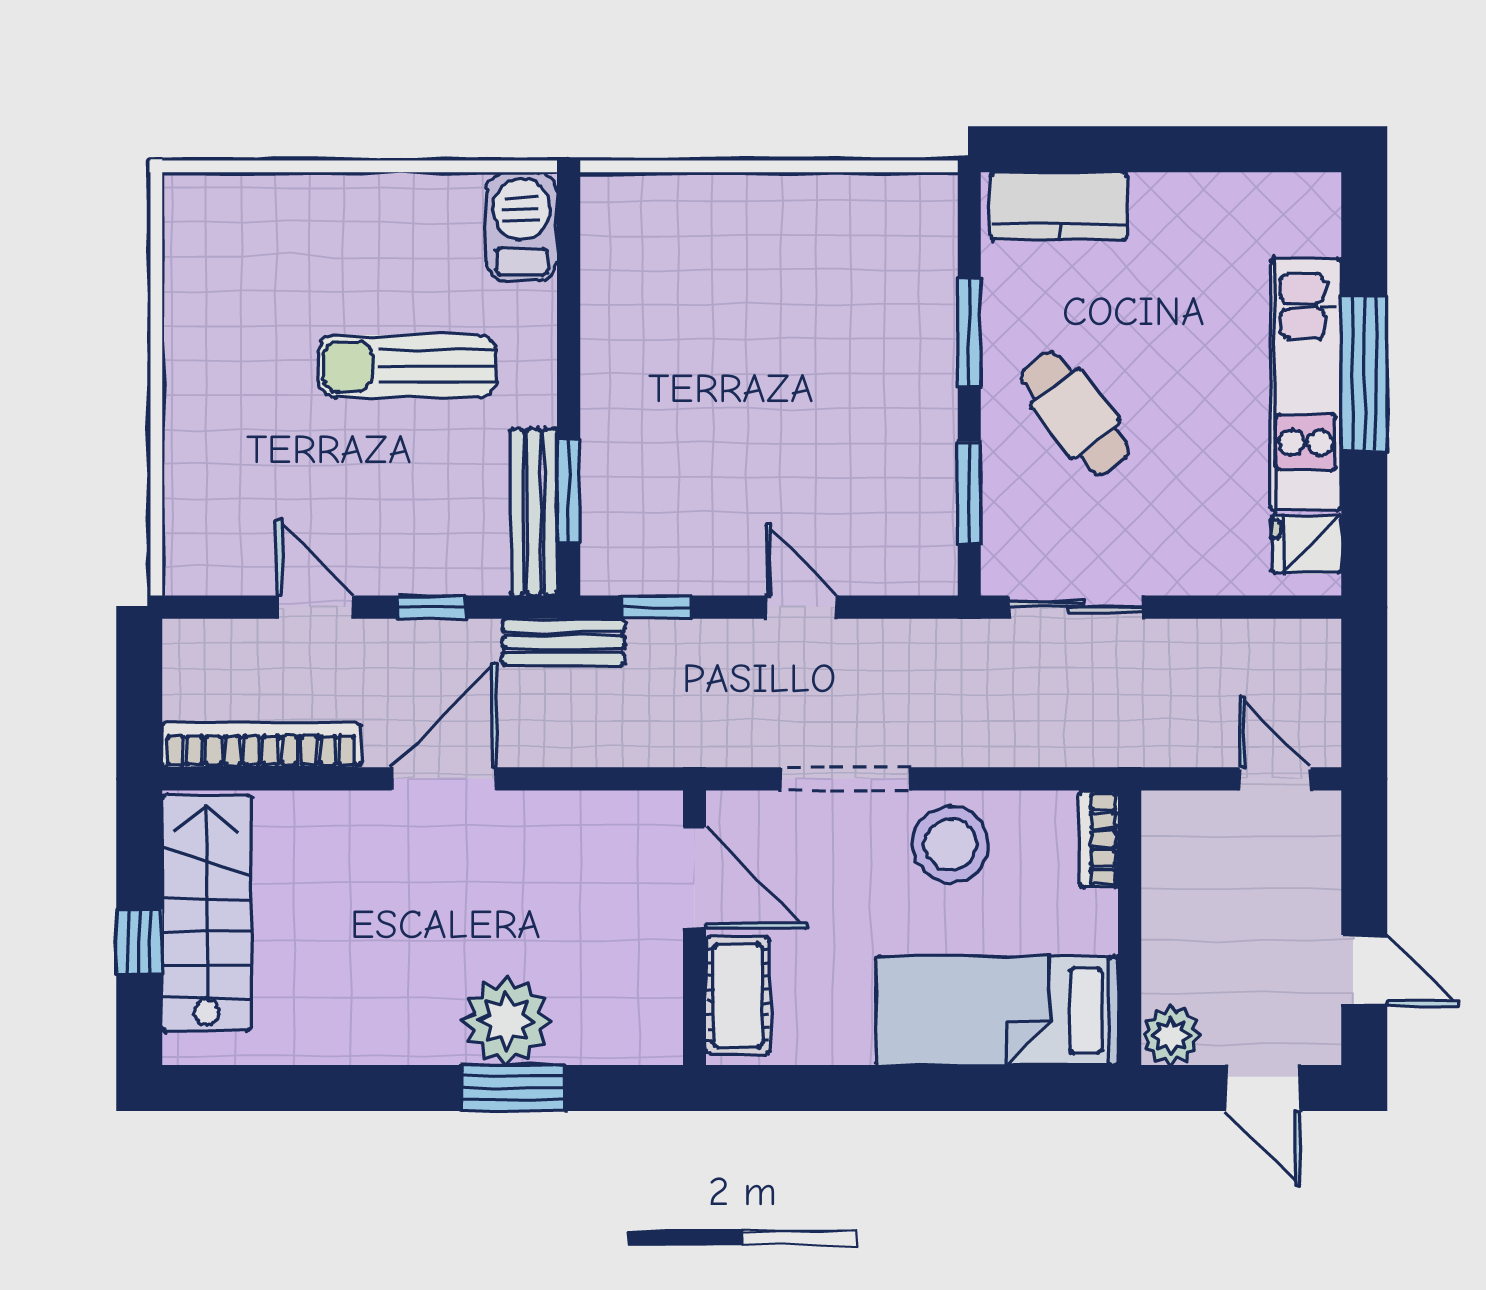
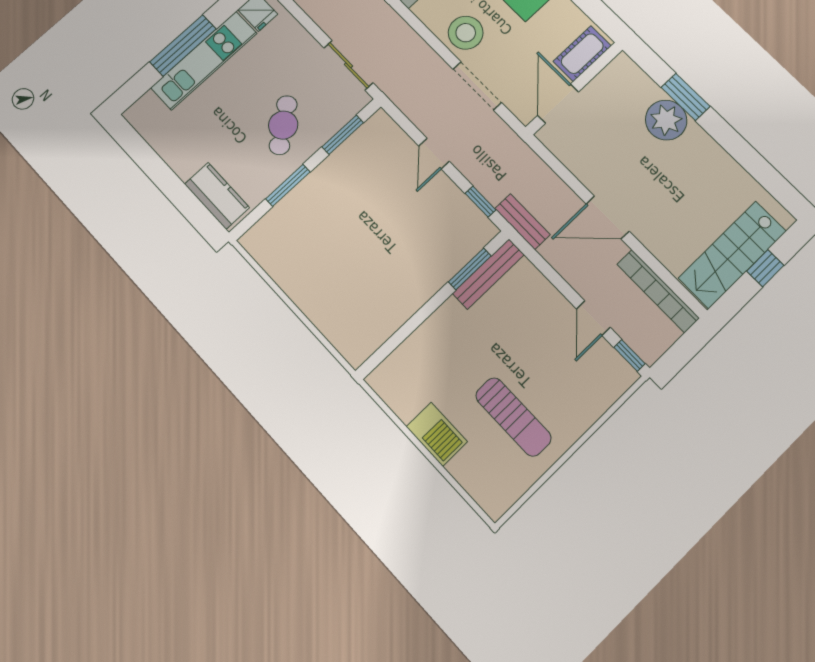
barbecue: (521, 227) -> (437, 434), moved, turned -90
sun lounger: (407, 366) -> (513, 417), moved
window: (432, 607) -> (630, 355), moved

